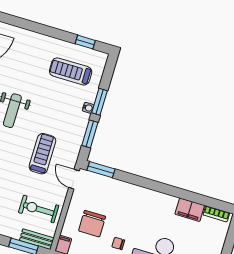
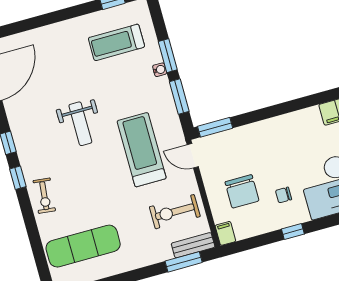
treadmill: (42, 154) -> (142, 150), width x1.37, depth x1.38

